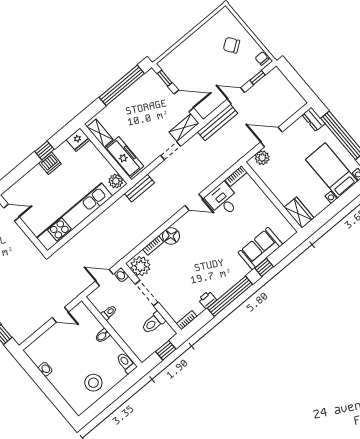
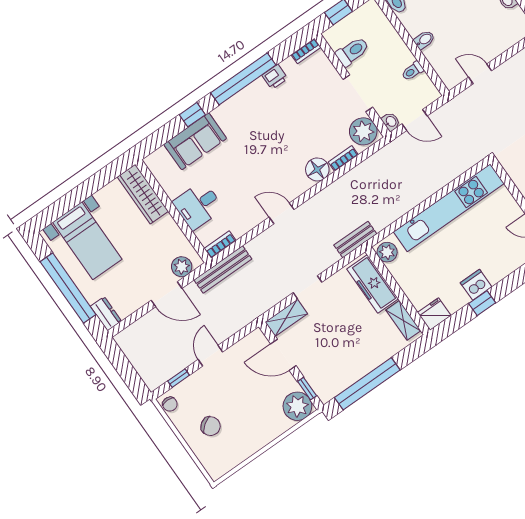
plant: (170, 65) -> (297, 406), added
door: (236, 96) -> (210, 356), swing flipped
bench: (218, 123) -> (223, 269), moved
desk: (223, 200) -> (198, 205), moved, turned 90
wardrobe: (299, 213) -> (143, 194), width x1.50

